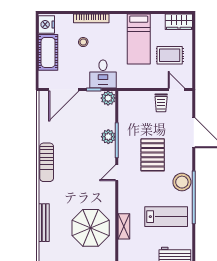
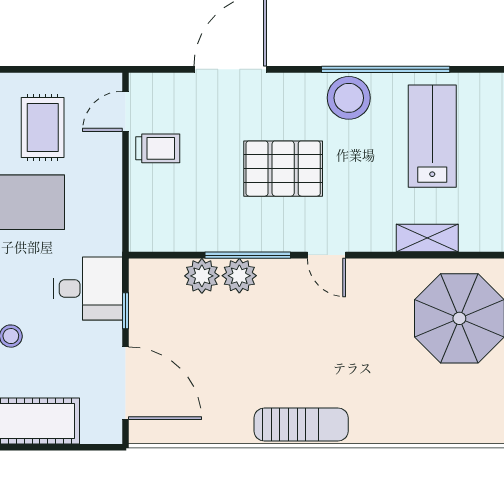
plant: (108, 98) -> (202, 276), moved
bench: (44, 223) -> (447, 431), removed
shelving: (124, 226) -> (427, 238), moved

